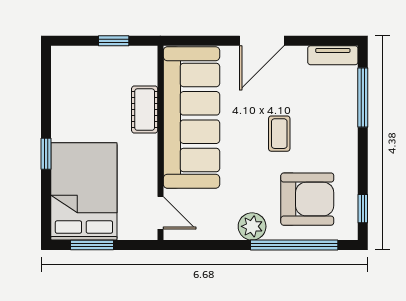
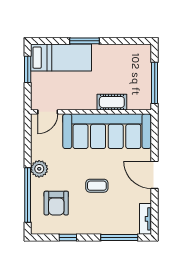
window: (114, 41) -> (155, 83), width x2.17
window: (46, 154) -> (84, 41), width x1.50
bed: (84, 191) -> (61, 58), width x0.67
armchair: (307, 199) -> (56, 203), width x0.73, depth x0.73
window: (363, 209) -> (68, 238), moved

